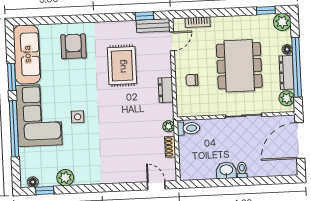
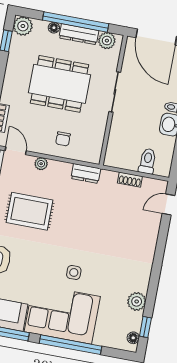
dresser: (166, 90) -> (86, 173), moved
plant: (169, 126) -> (41, 164), moved
toilet: (188, 128) -> (147, 161), moved

